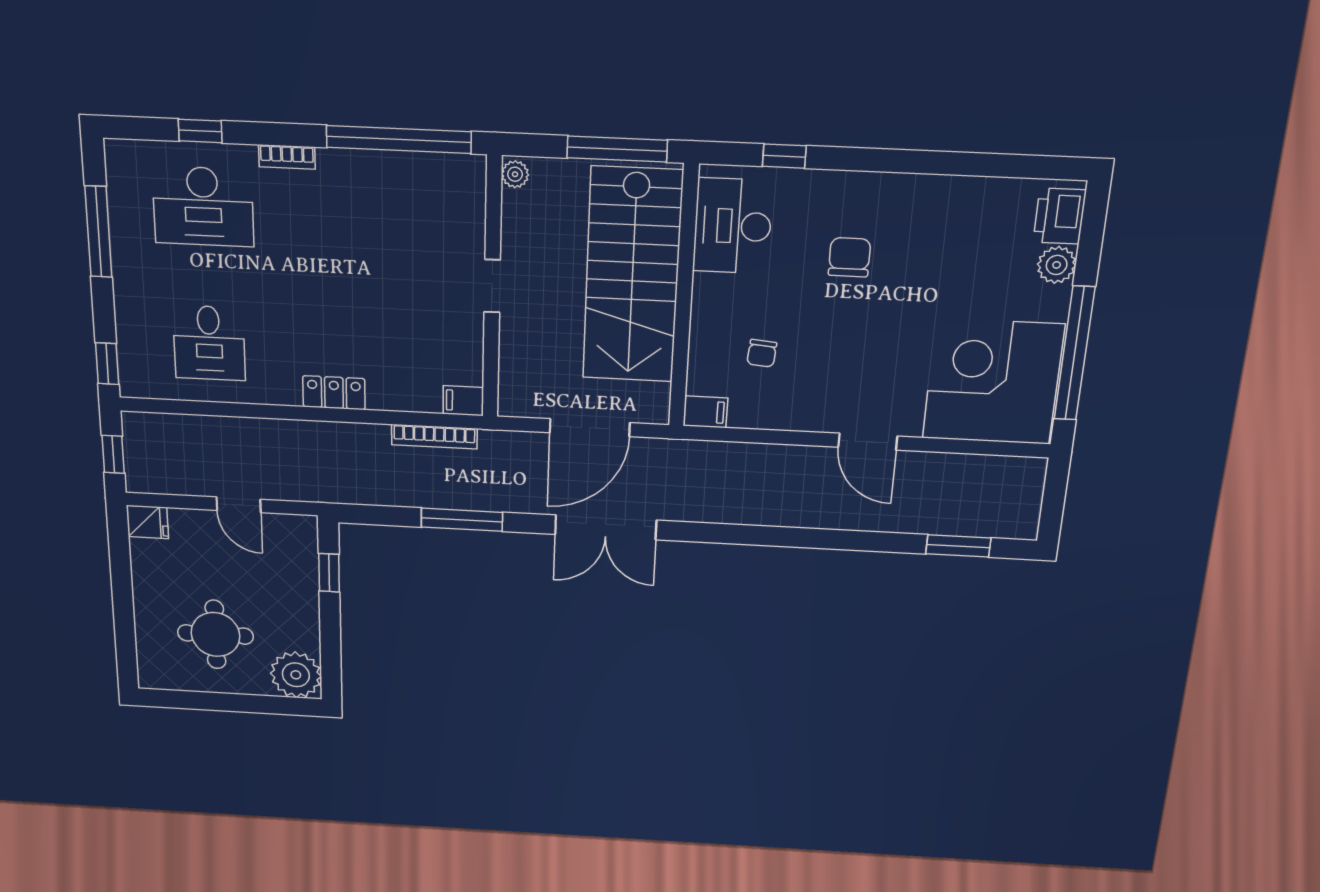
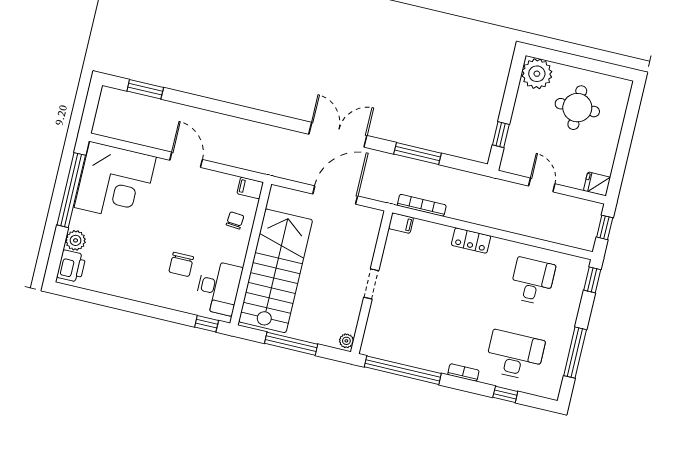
desk: (733, 226) -> (218, 288), moved
stairs: (632, 276) -> (276, 271), moved
wall: (684, 298) -> (251, 254), moved
filing cabinet: (705, 412) -> (250, 188), moved

